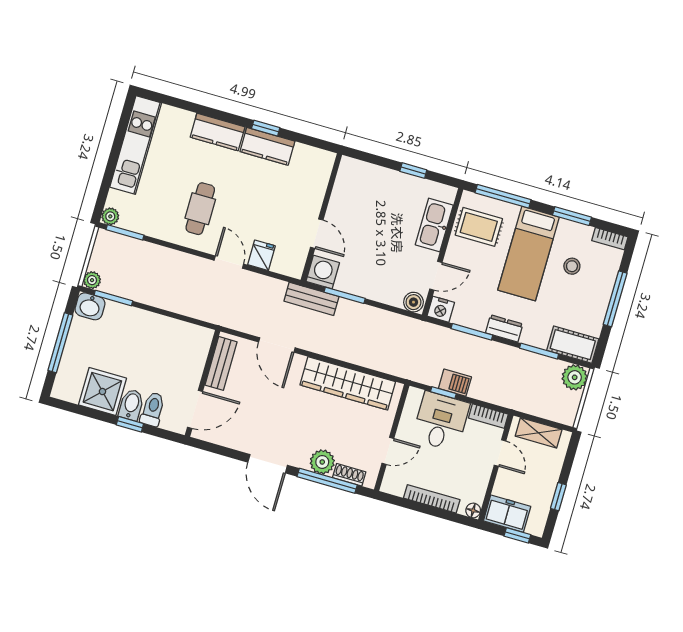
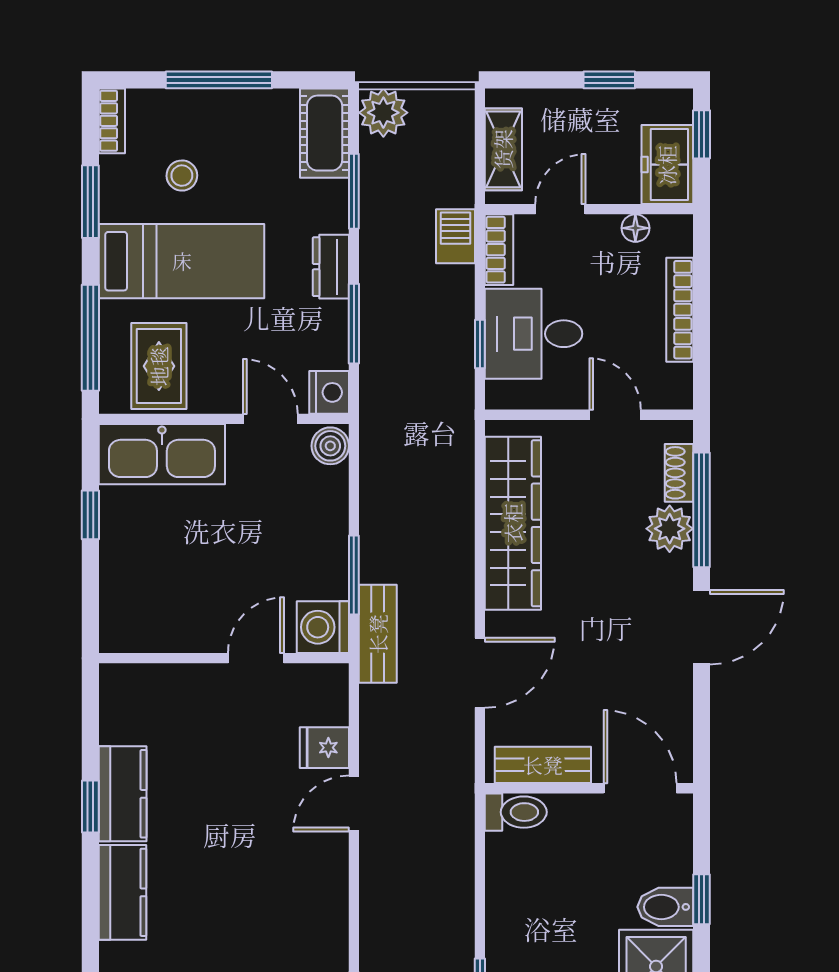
cafe table: (200, 209) -> (271, 884), removed
kitchen sink: (434, 225) -> (162, 454), width x1.36, depth x1.24
barbecue: (455, 383) -> (455, 236), moved
toilet: (153, 409) -> (516, 812), moved, turned 180
floor lamp: (473, 510) -> (635, 228), moved

